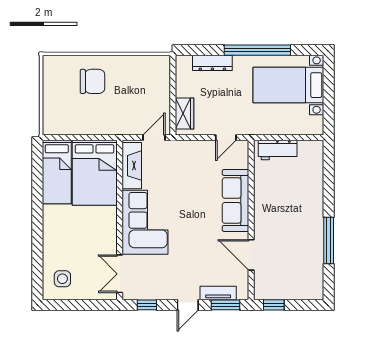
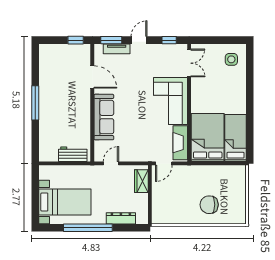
window: (329, 240) -> (35, 103), moved

